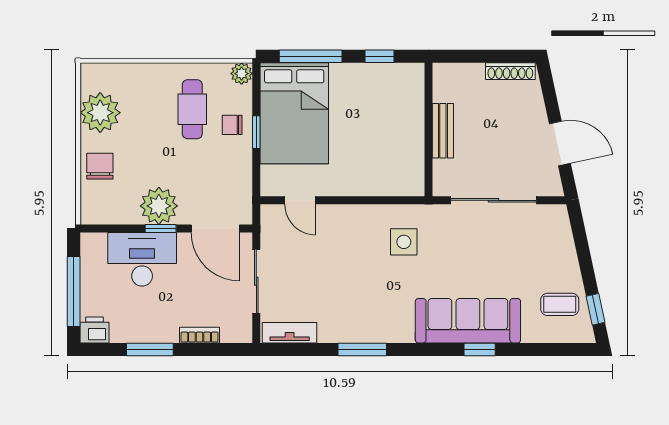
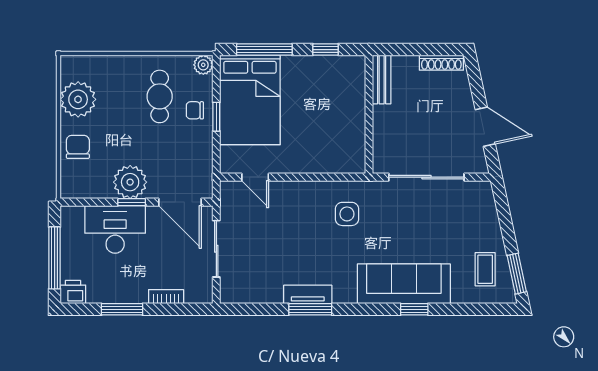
bench: (443, 131) -> (382, 79), moved
coffee table: (560, 304) -> (485, 269), turned 90
window: (595, 309) -> (517, 274), width x1.50
tv unit: (290, 333) -> (308, 294), moved

